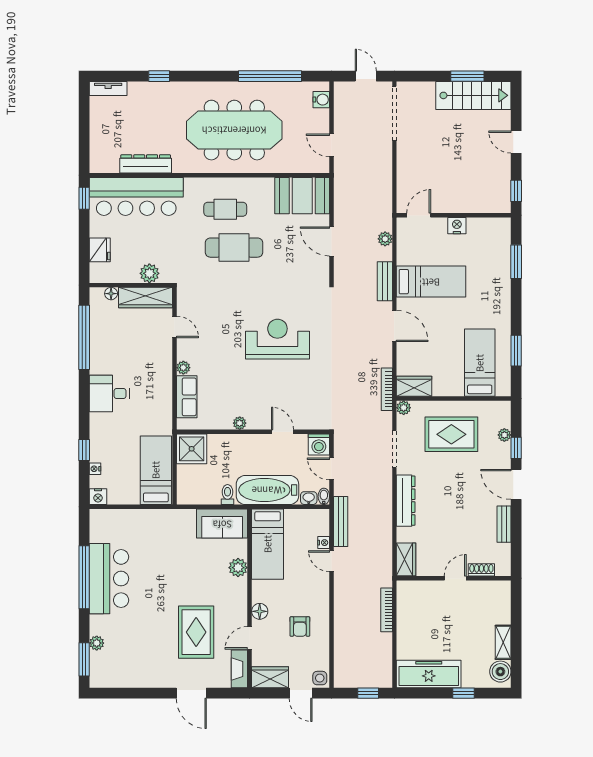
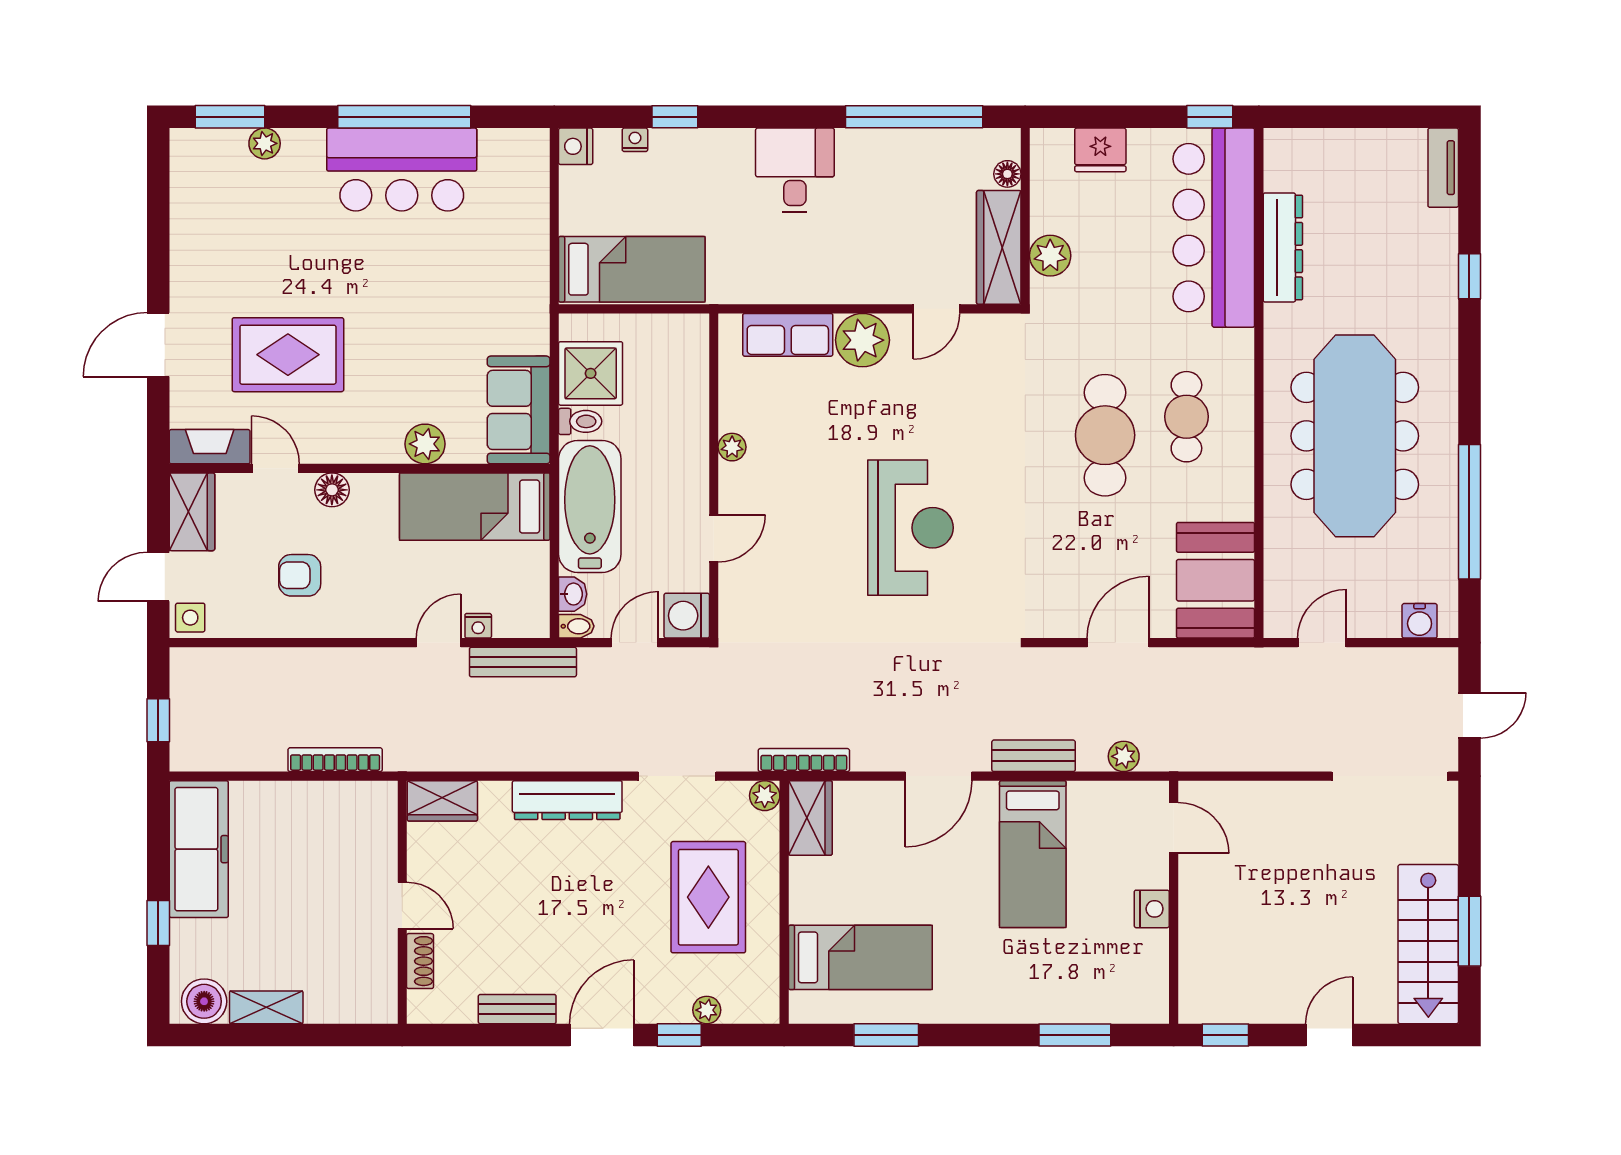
plant: (183, 368) -> (862, 340), width x1.88, depth x1.88
shower: (192, 449) -> (591, 373), moved

